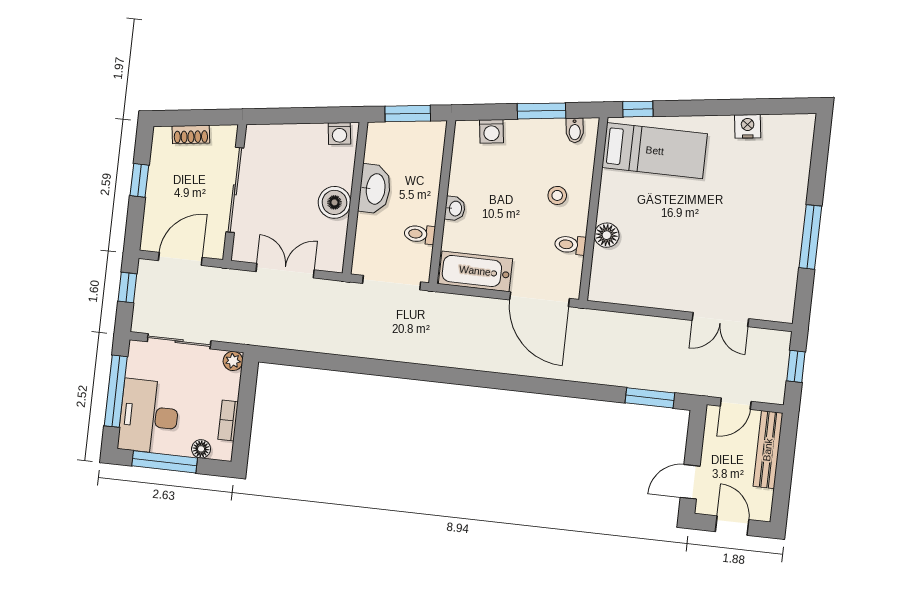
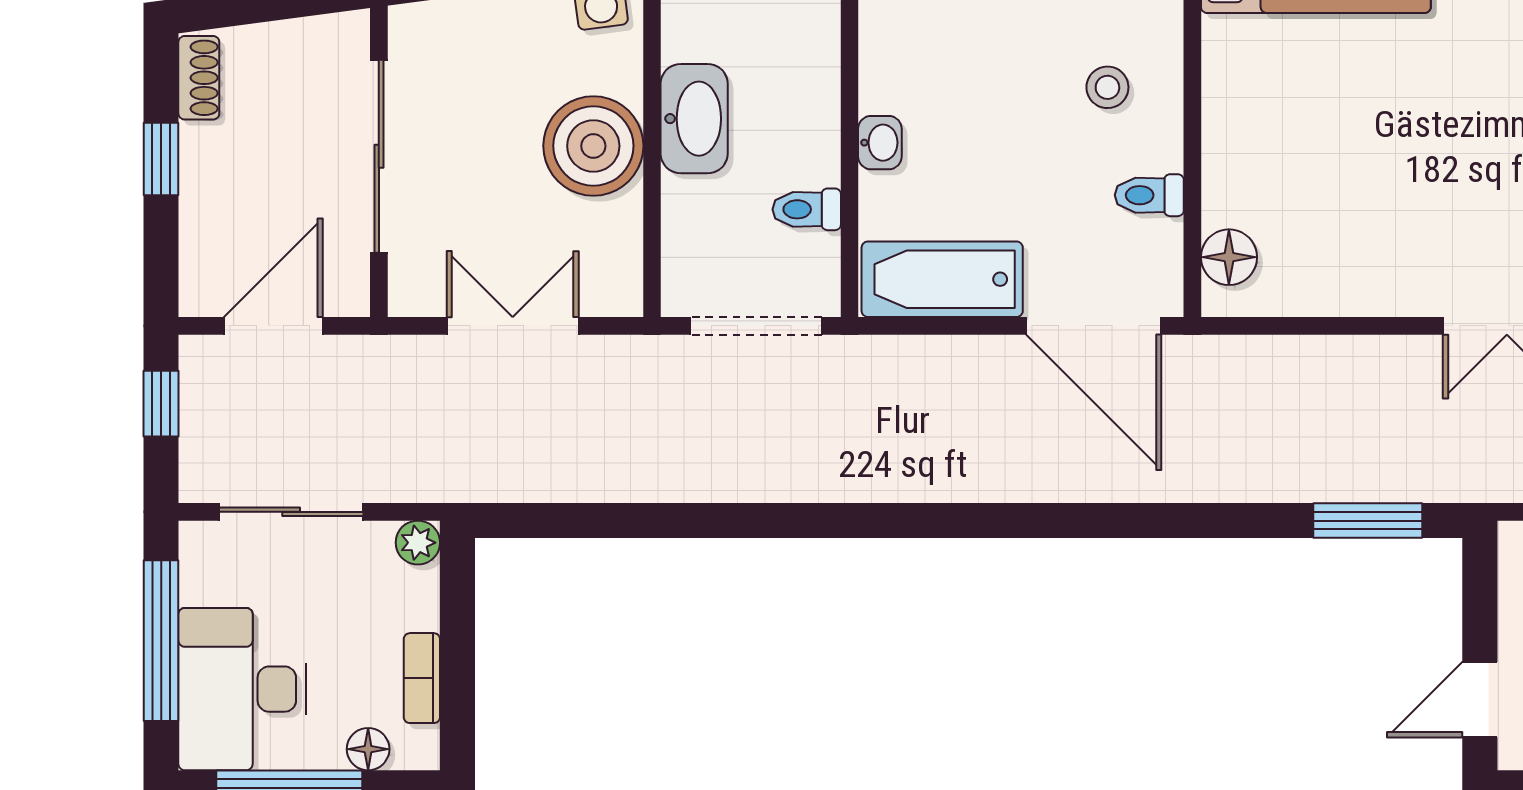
shoe rack: (191, 134) -> (199, 78), moved, turned -82
boiler: (334, 202) -> (593, 146), width x1.37, depth x1.37
floor lamp: (607, 235) -> (1229, 257), moved

